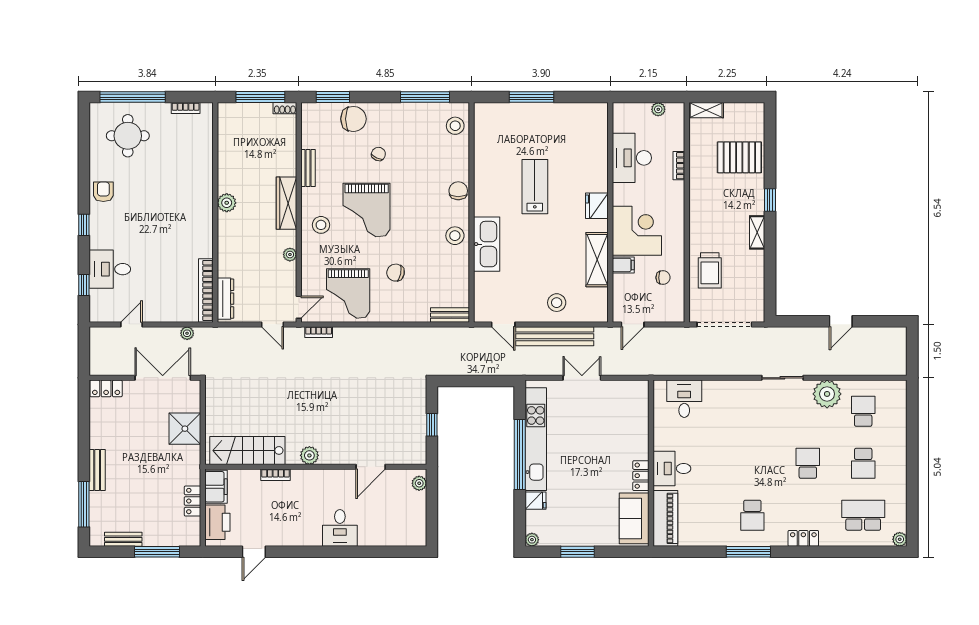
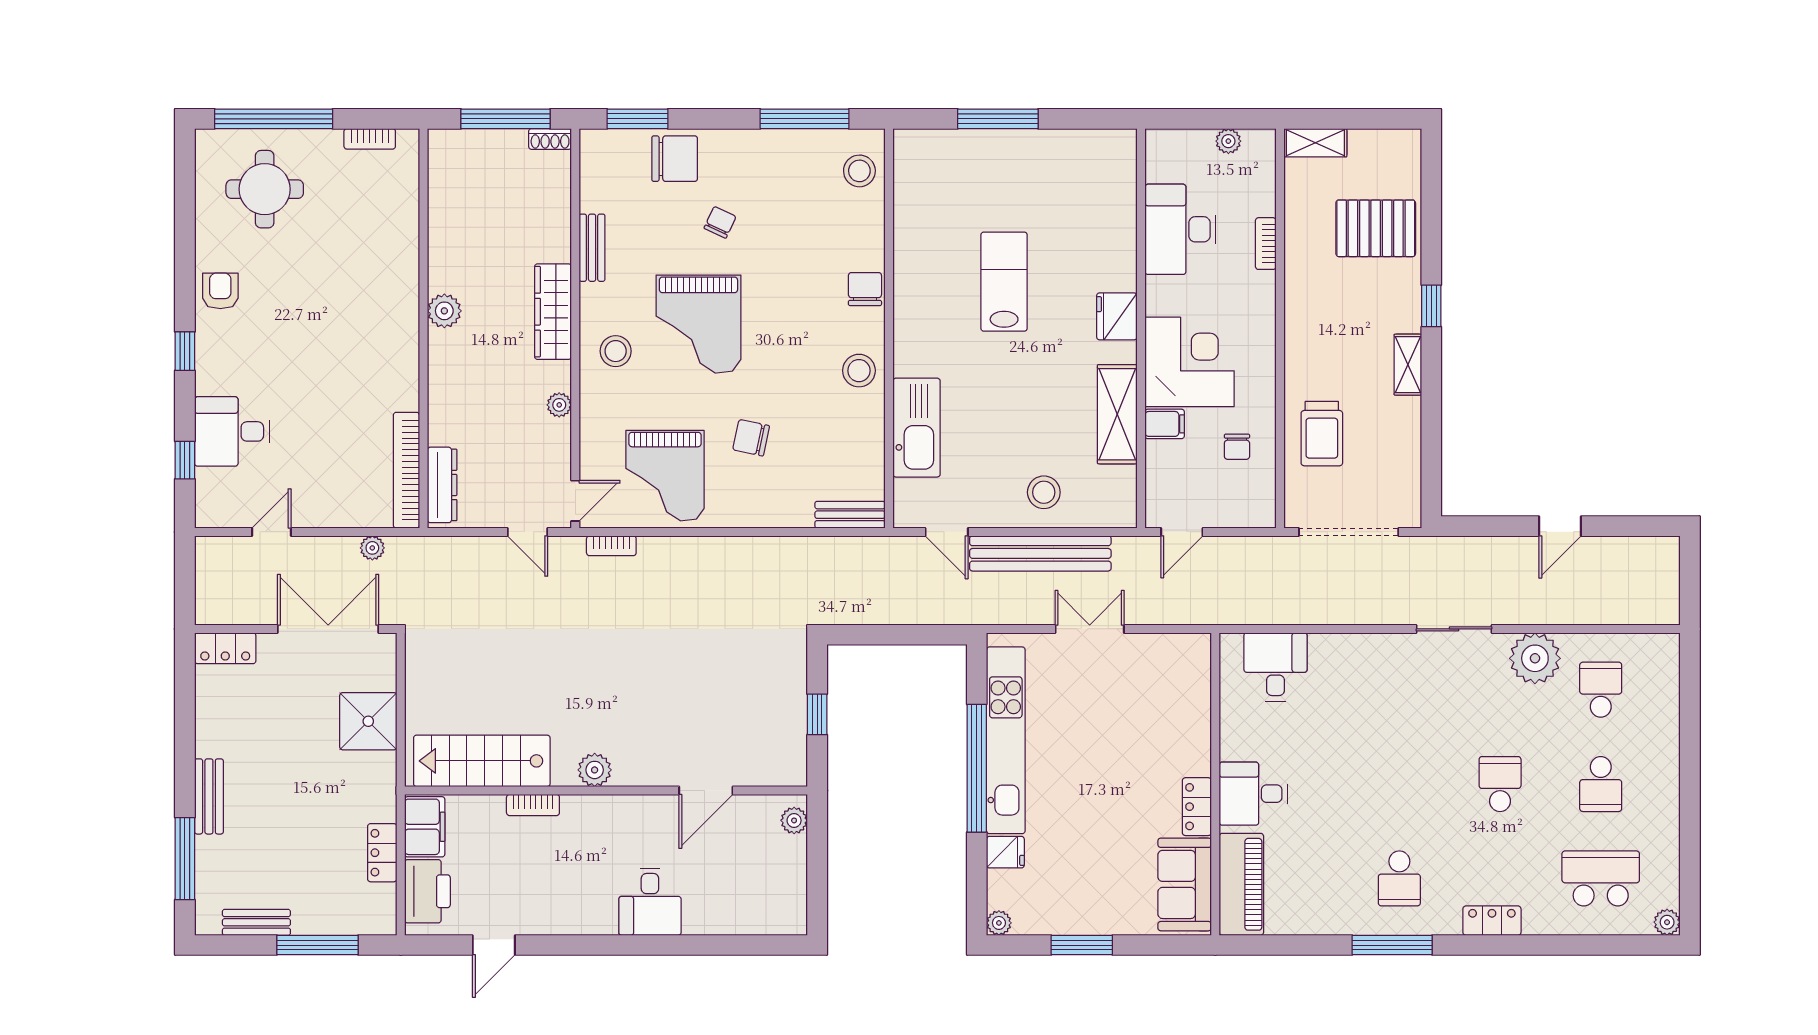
kitchen sink: (487, 244) -> (916, 428), moved
chair: (663, 278) -> (1237, 447), turned 90

